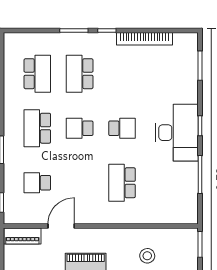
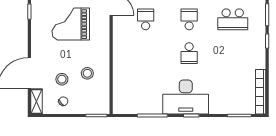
bookcase: (144, 39) -> (261, 92), moved
school desk: (80, 74) -> (233, 19), turned 180
school desk: (122, 183) -> (146, 19), moved, width x0.54

